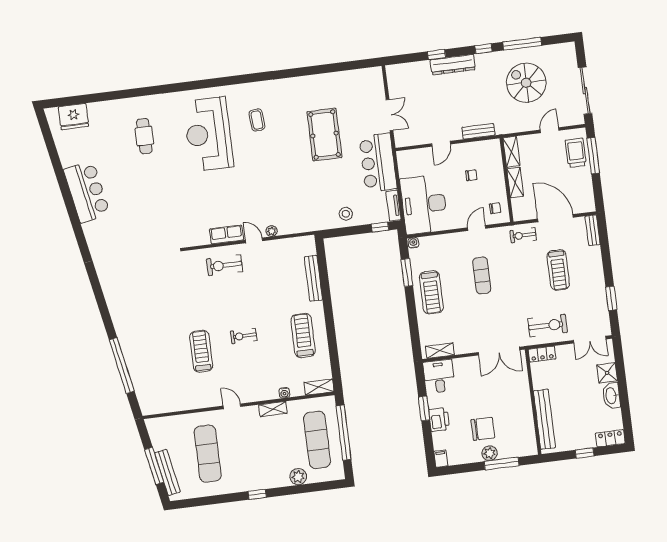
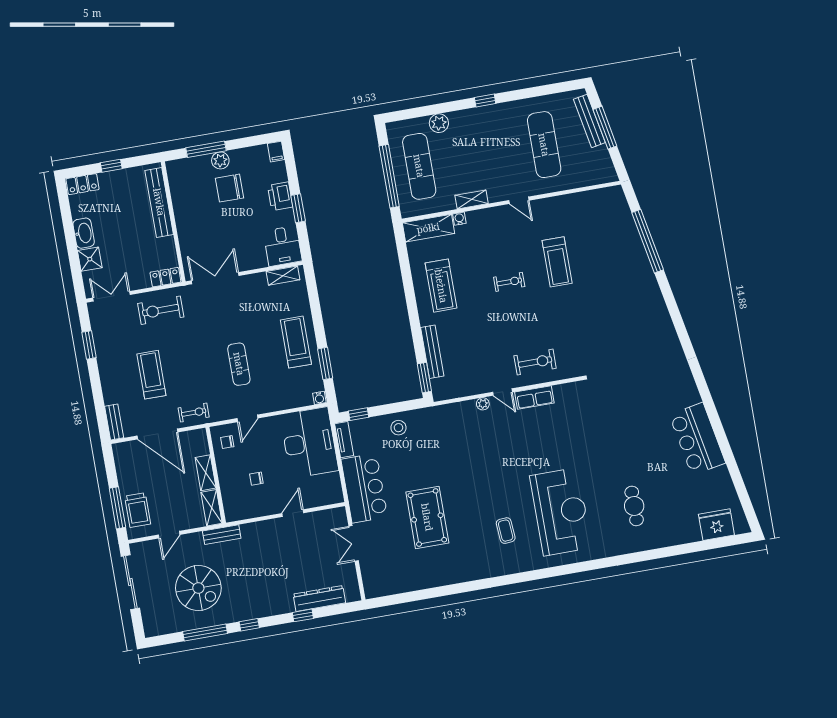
dresser: (453, 65) -> (319, 598), moved
bench: (478, 131) -> (222, 535), moved
window: (321, 256) -> (424, 378), added
shelving: (319, 387) -> (428, 228), width x1.50, depth x1.33

